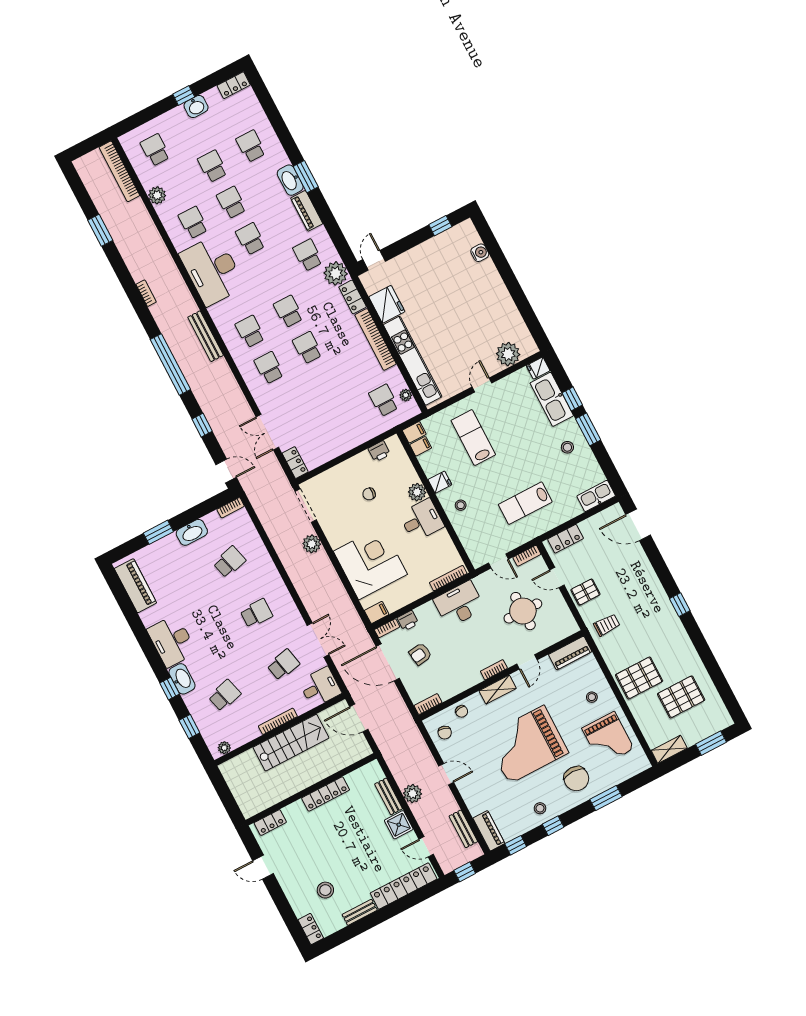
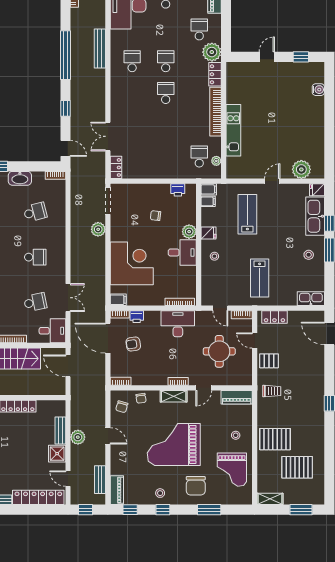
door: (374, 260) -> (267, 57), moved
fridge: (387, 304) -> (236, 92), removed
kitchen unit: (413, 361) -> (233, 130), width x0.73
school desk: (269, 368) -> (132, 93), removed
lab bench: (525, 503) -> (260, 278), turned -90

